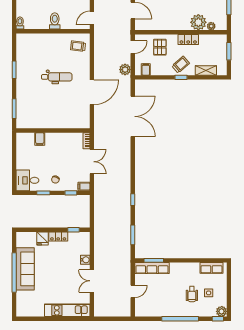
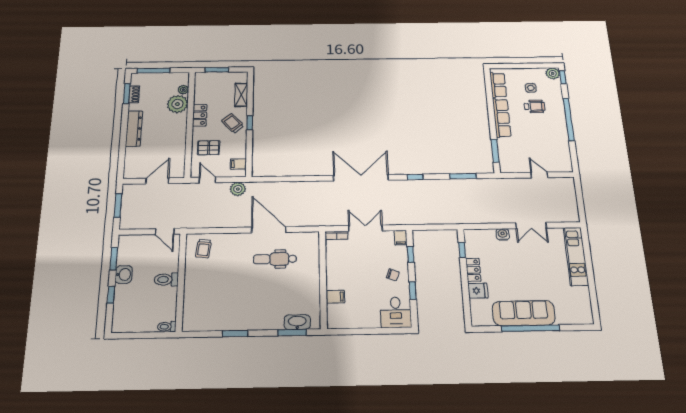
dental chair: (57, 77) -> (275, 259), moved, turned -90
washbasin: (22, 112) -> (297, 322), added
double door: (133, 116) -> (361, 178), moved
row of seats: (152, 268) -> (502, 118), moved

